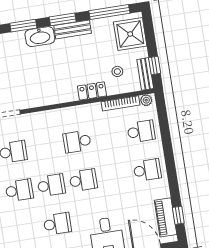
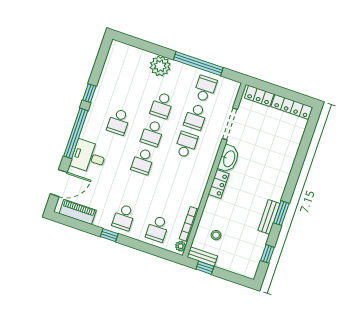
window: (109, 12) -> (267, 254), width x0.46
window: (23, 26) -> (293, 179), removed
shower: (130, 34) -> (241, 261), removed
washbasin: (40, 37) -> (229, 159), moved, turned 180
locker: (92, 91) -> (219, 184), moved
school desk: (77, 142) -> (186, 145), moved
window: (178, 215) -> (109, 235), moved

